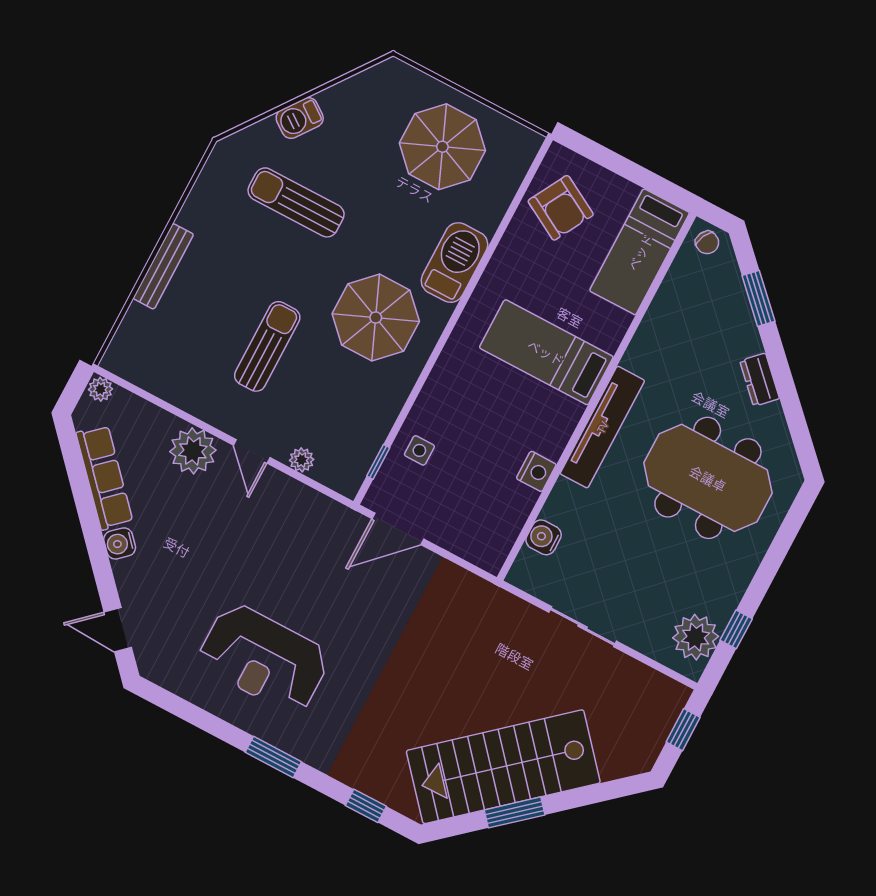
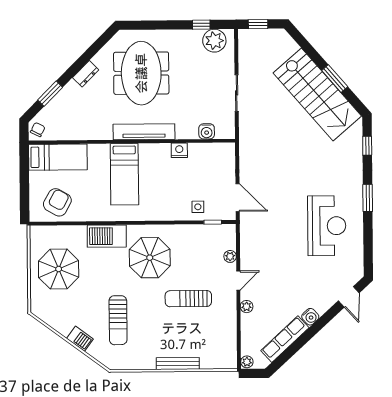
plant: (193, 451) -> (247, 307), width x0.53, depth x0.53

